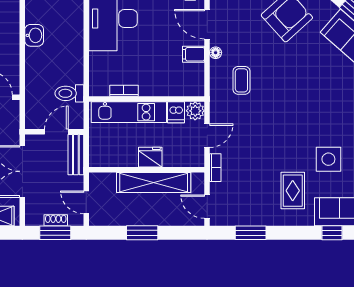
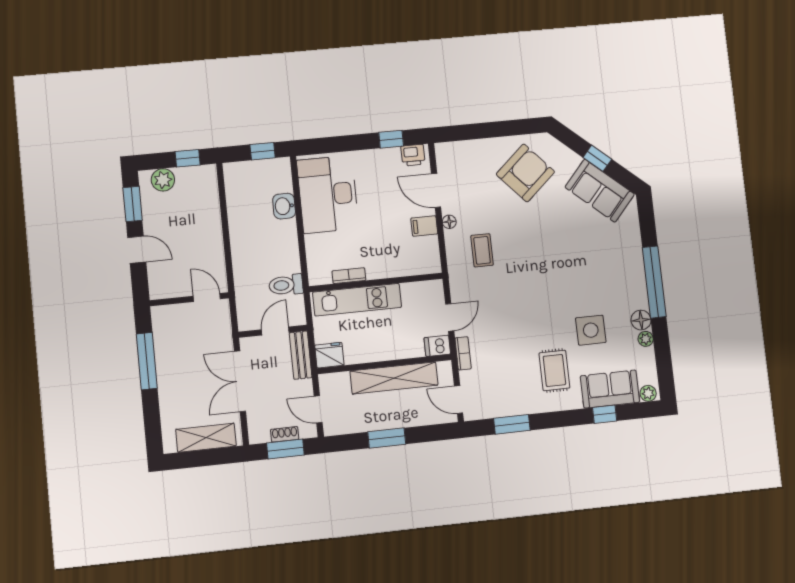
washbasin: (34, 35) -> (284, 206), moved, turned 180
plant: (195, 111) -> (433, 290), removed
dishwasher: (176, 112) -> (437, 346), moved, turned 90
fridge: (150, 157) -> (329, 355), moved

